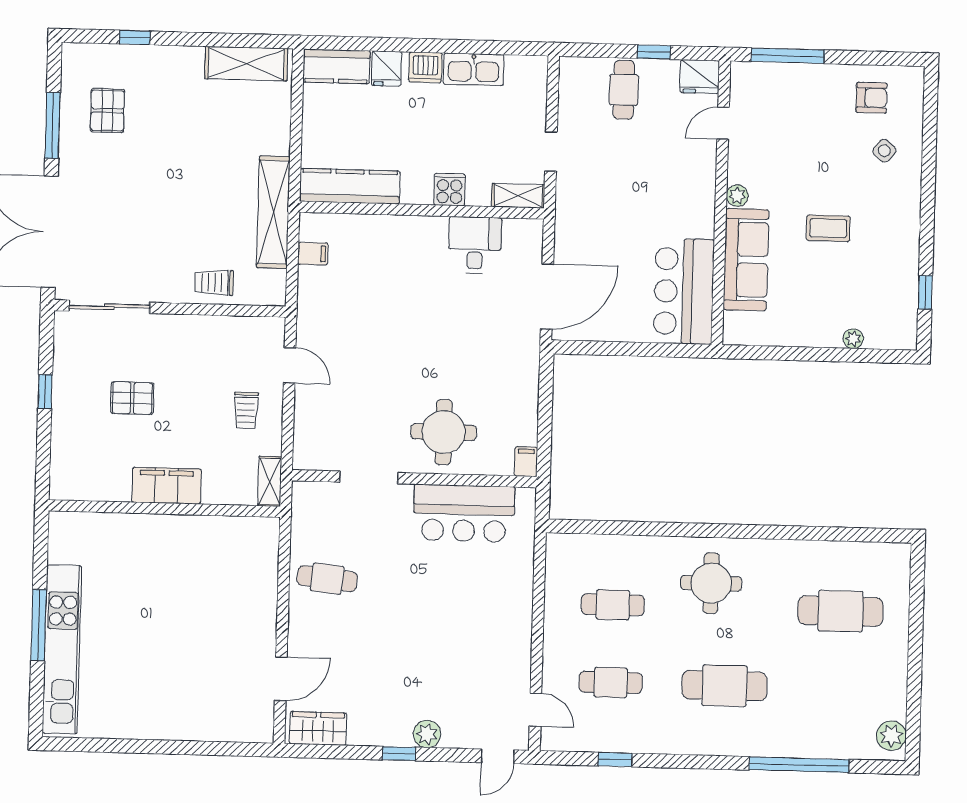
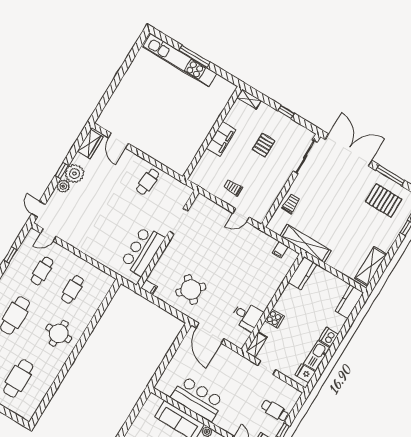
fridge: (386, 69) -> (305, 373), moved
pallet: (107, 110) -> (384, 201), width x1.50, depth x1.42
kitchen counter: (350, 186) -> (303, 273), width x0.67
bar counter: (684, 291) -> (198, 399), moved
round table: (444, 432) -> (191, 290), moved, turned 45
shelving: (270, 481) -> (249, 99), moved
plant: (391, 726) -> (74, 174), added

